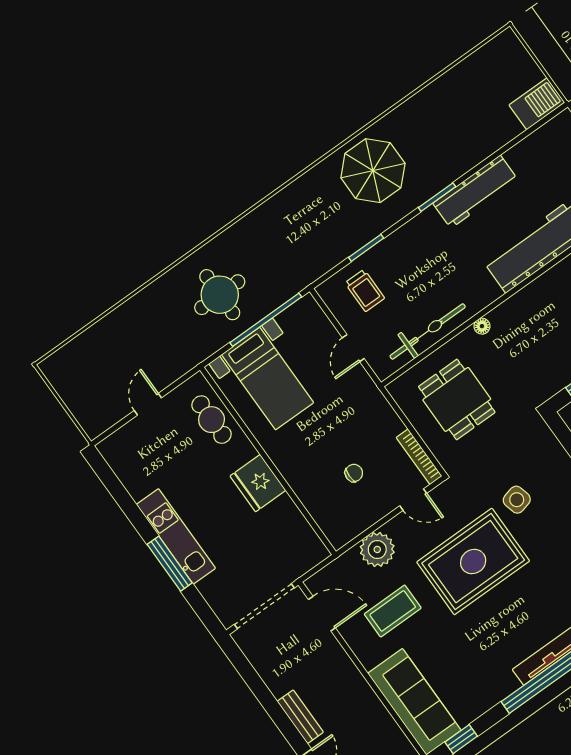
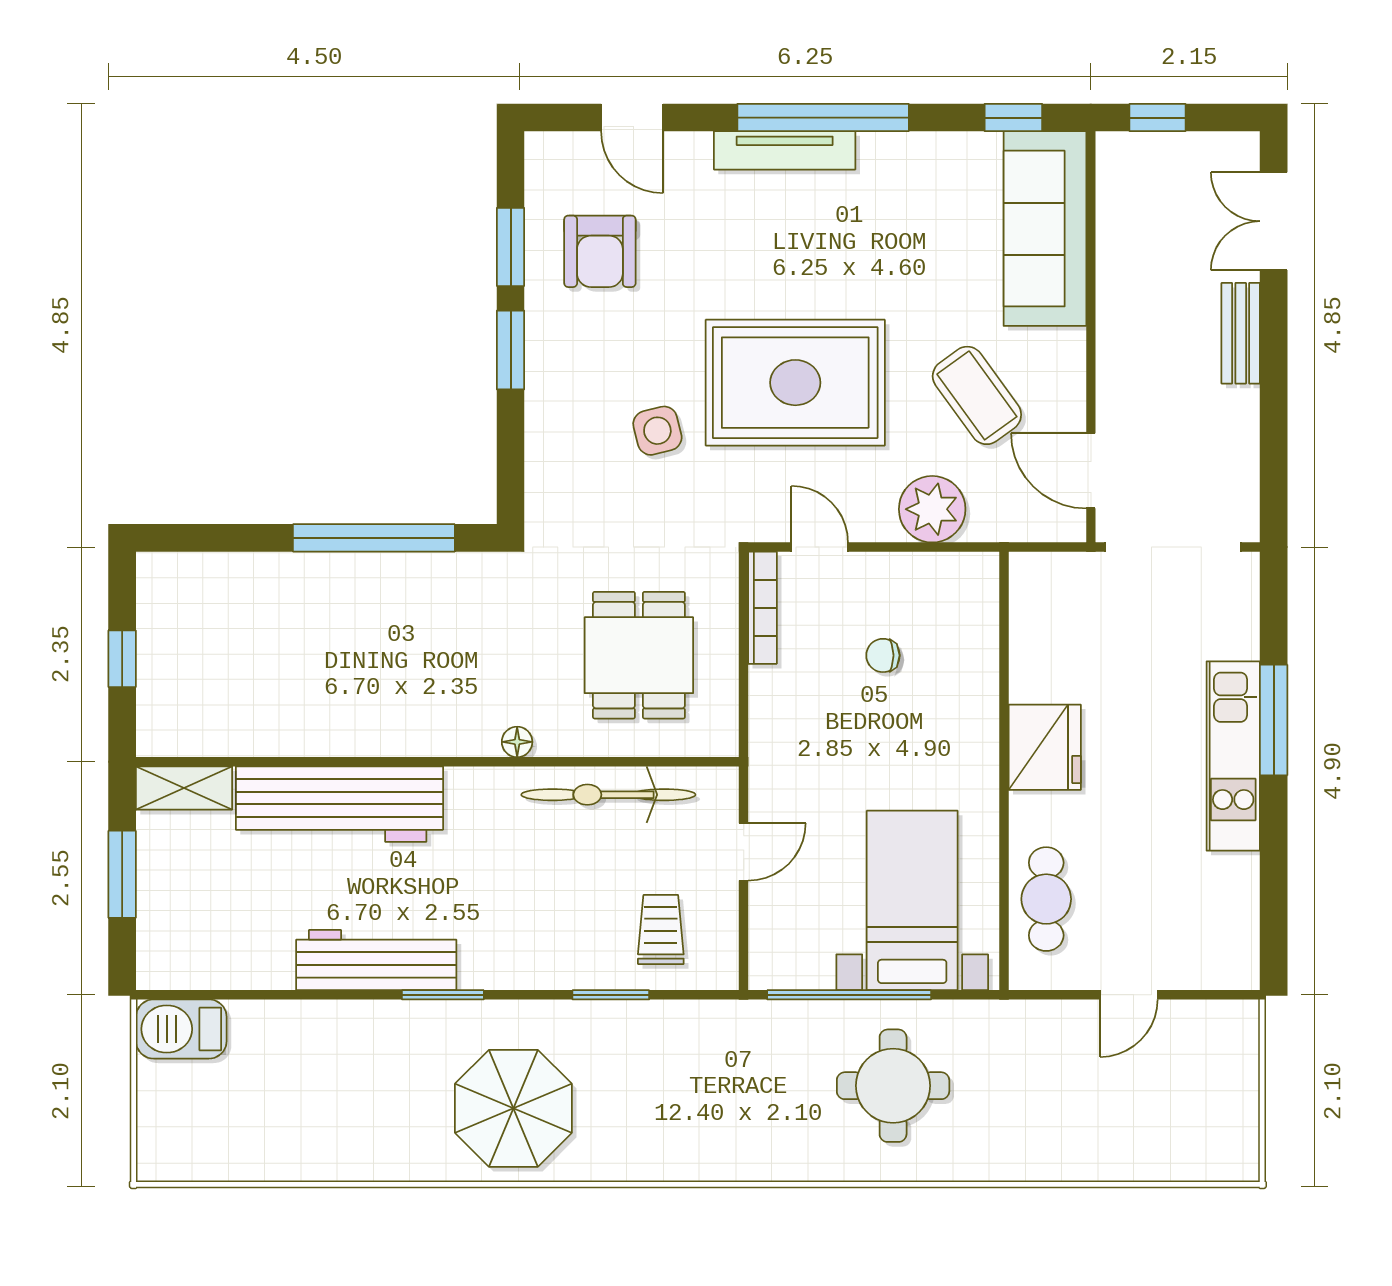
coffee table: (393, 611) -> (977, 395), turned 54

